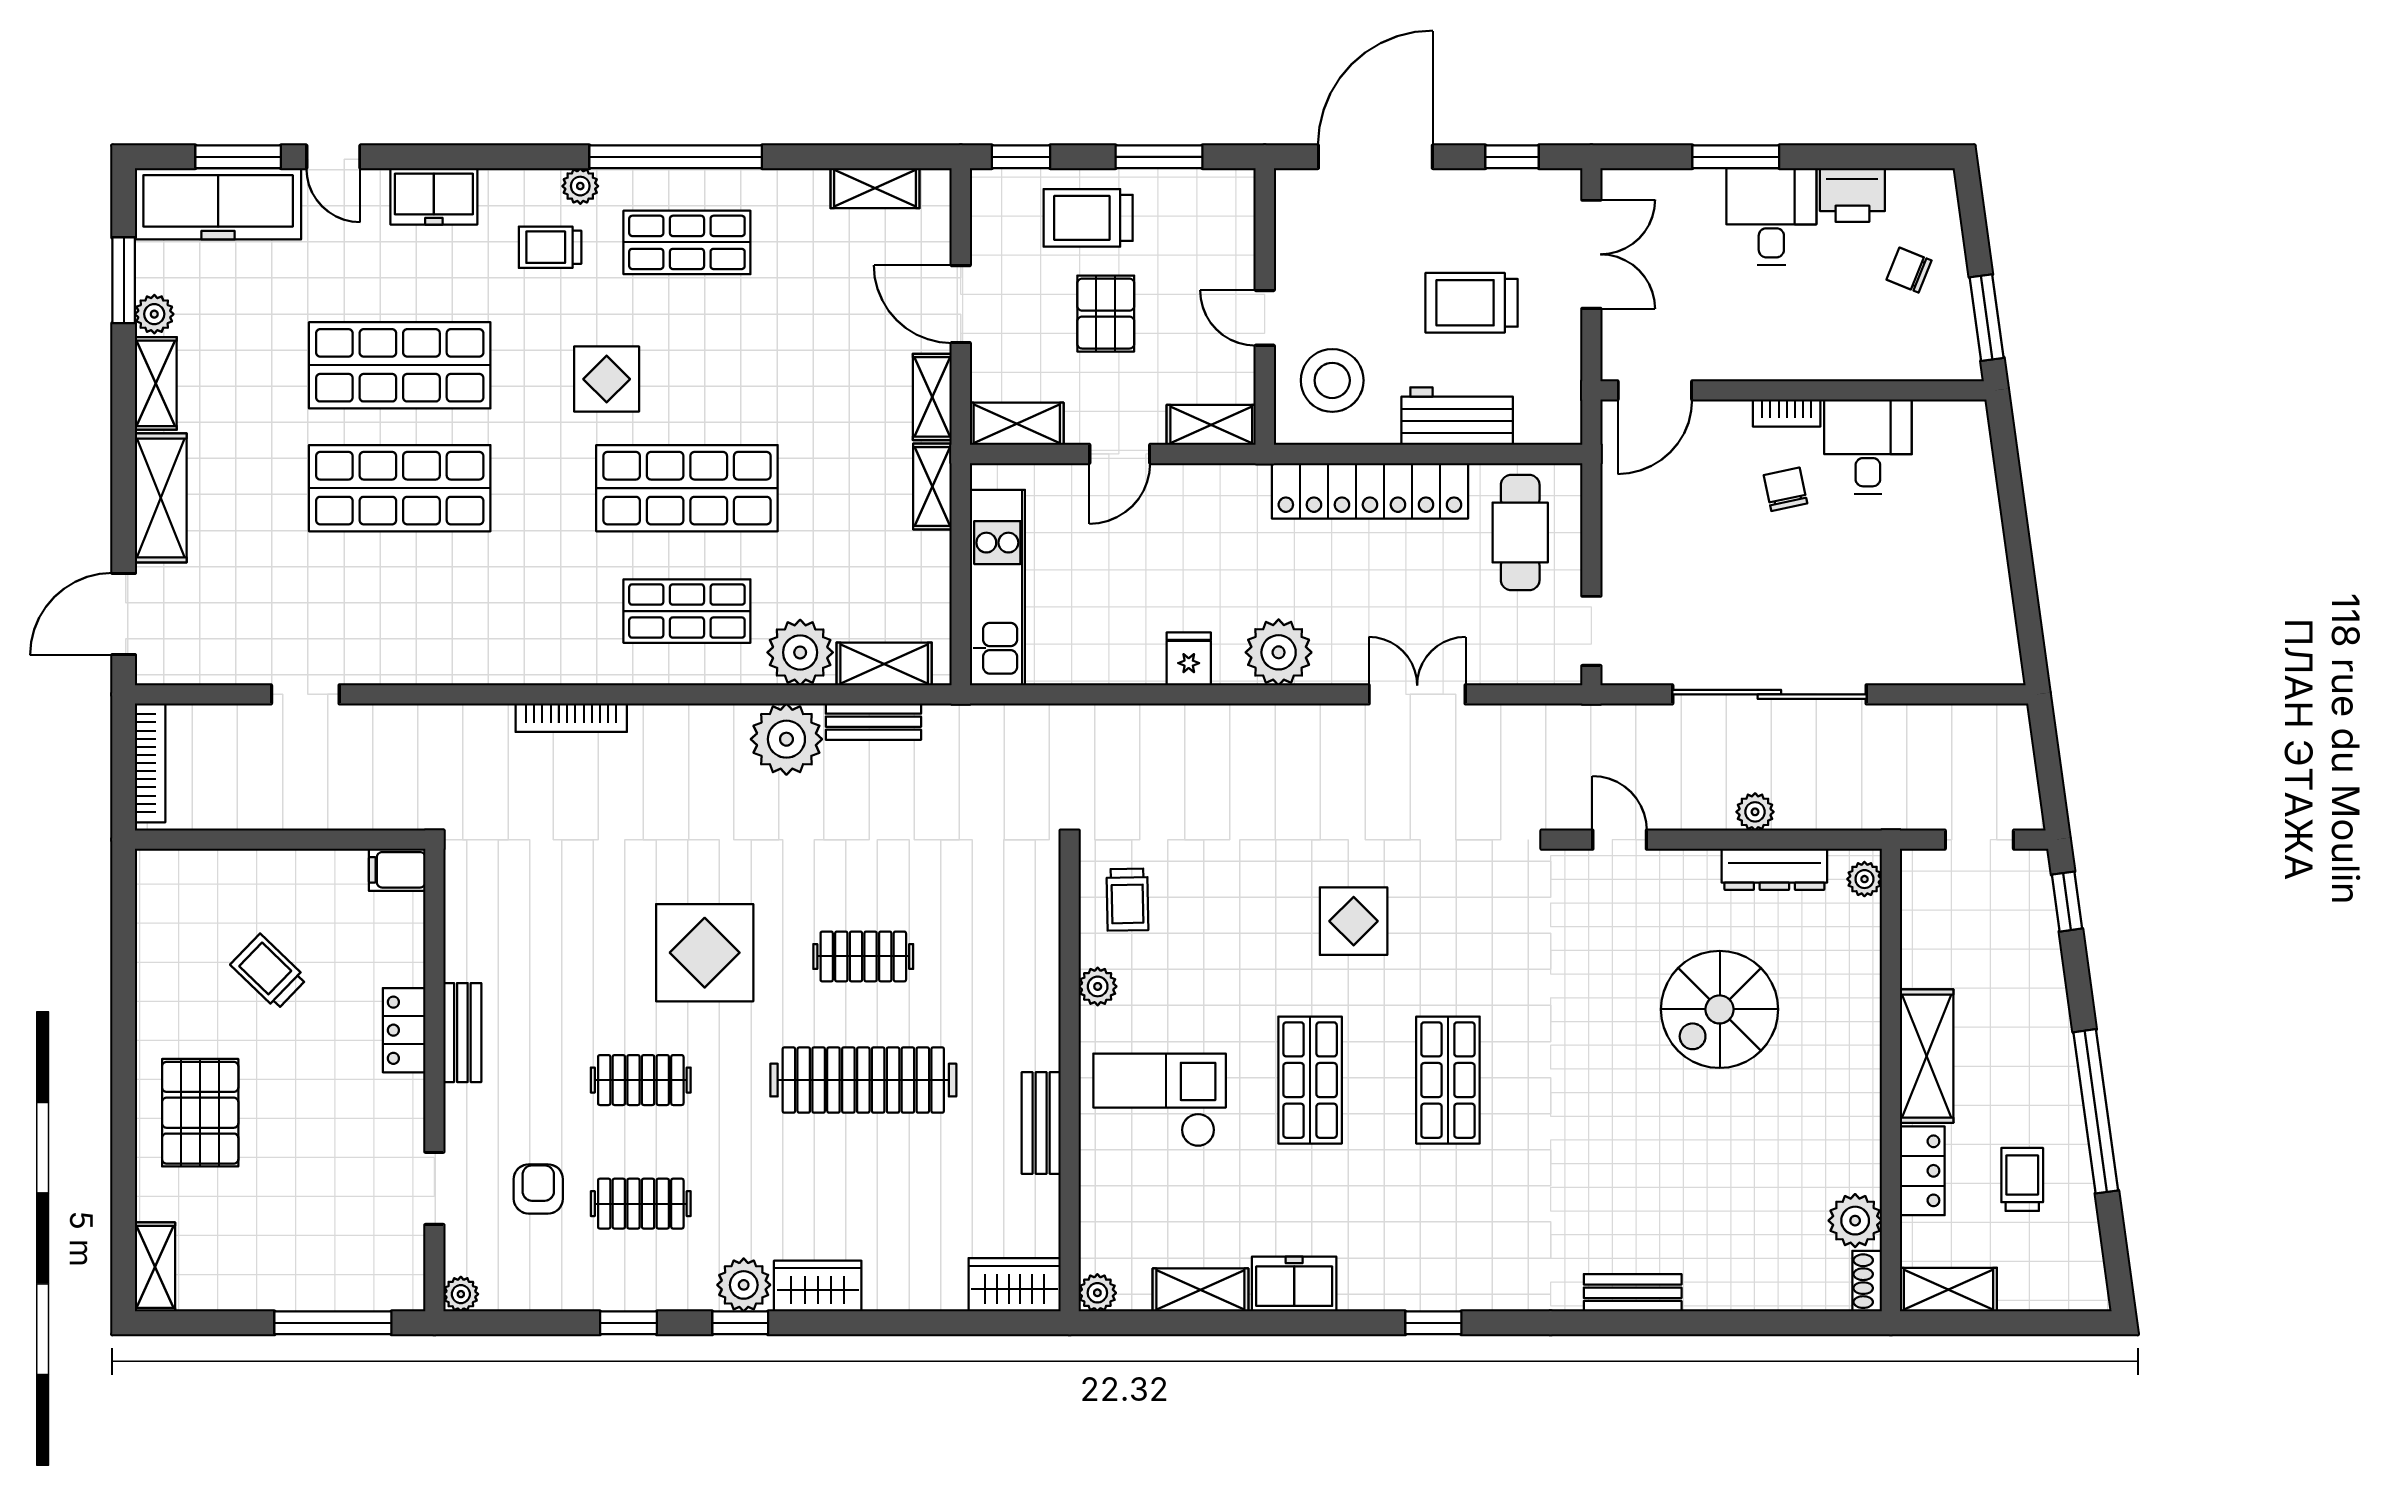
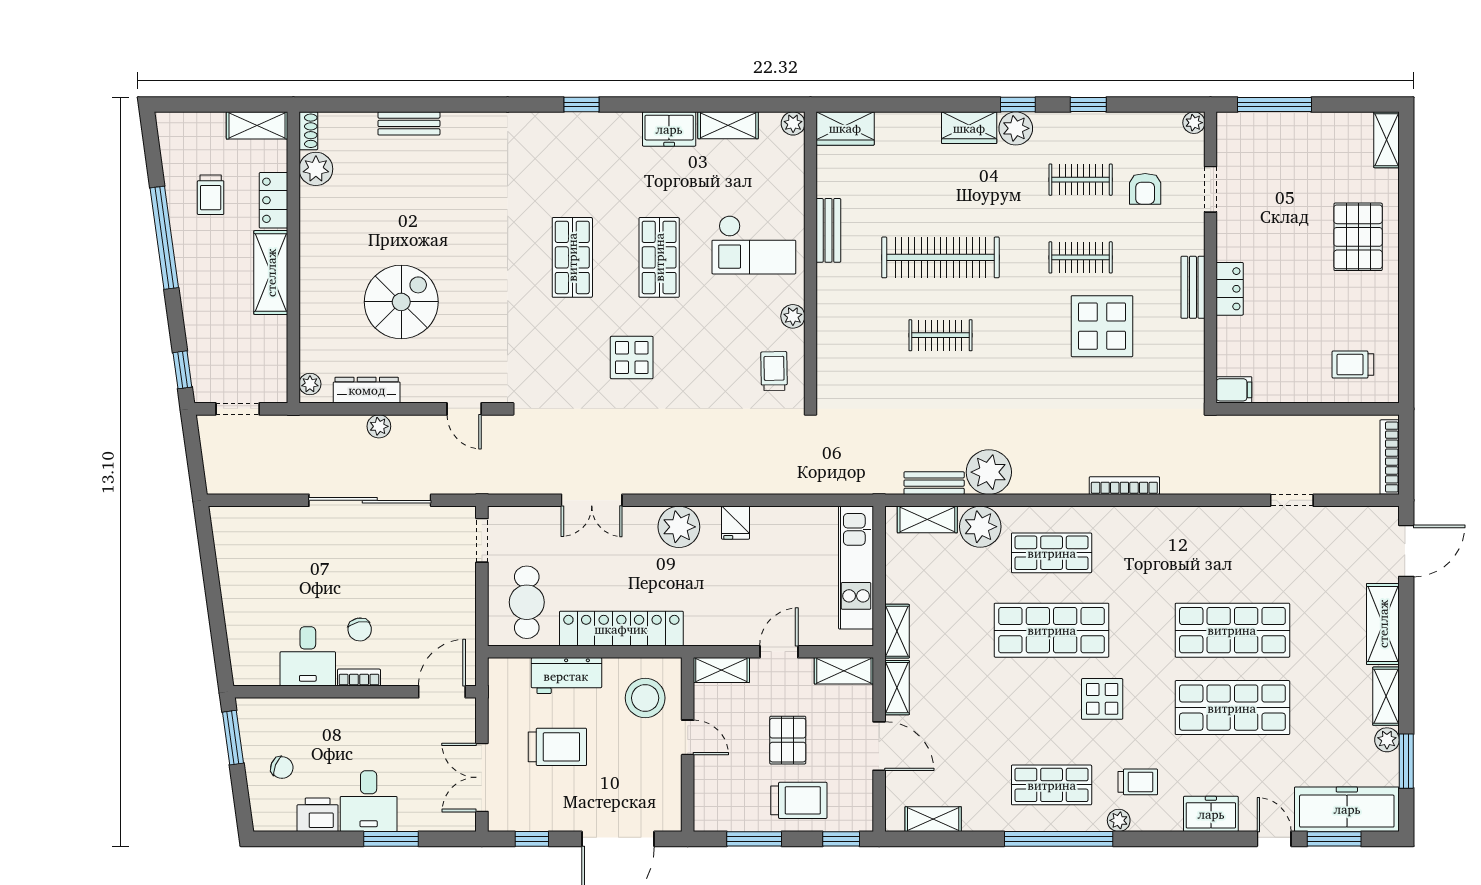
display table: (705, 953) -> (1102, 326), moved
trolley: (269, 972) -> (1353, 365), moved, turned 136
bench: (1633, 1293) -> (409, 123), moved

